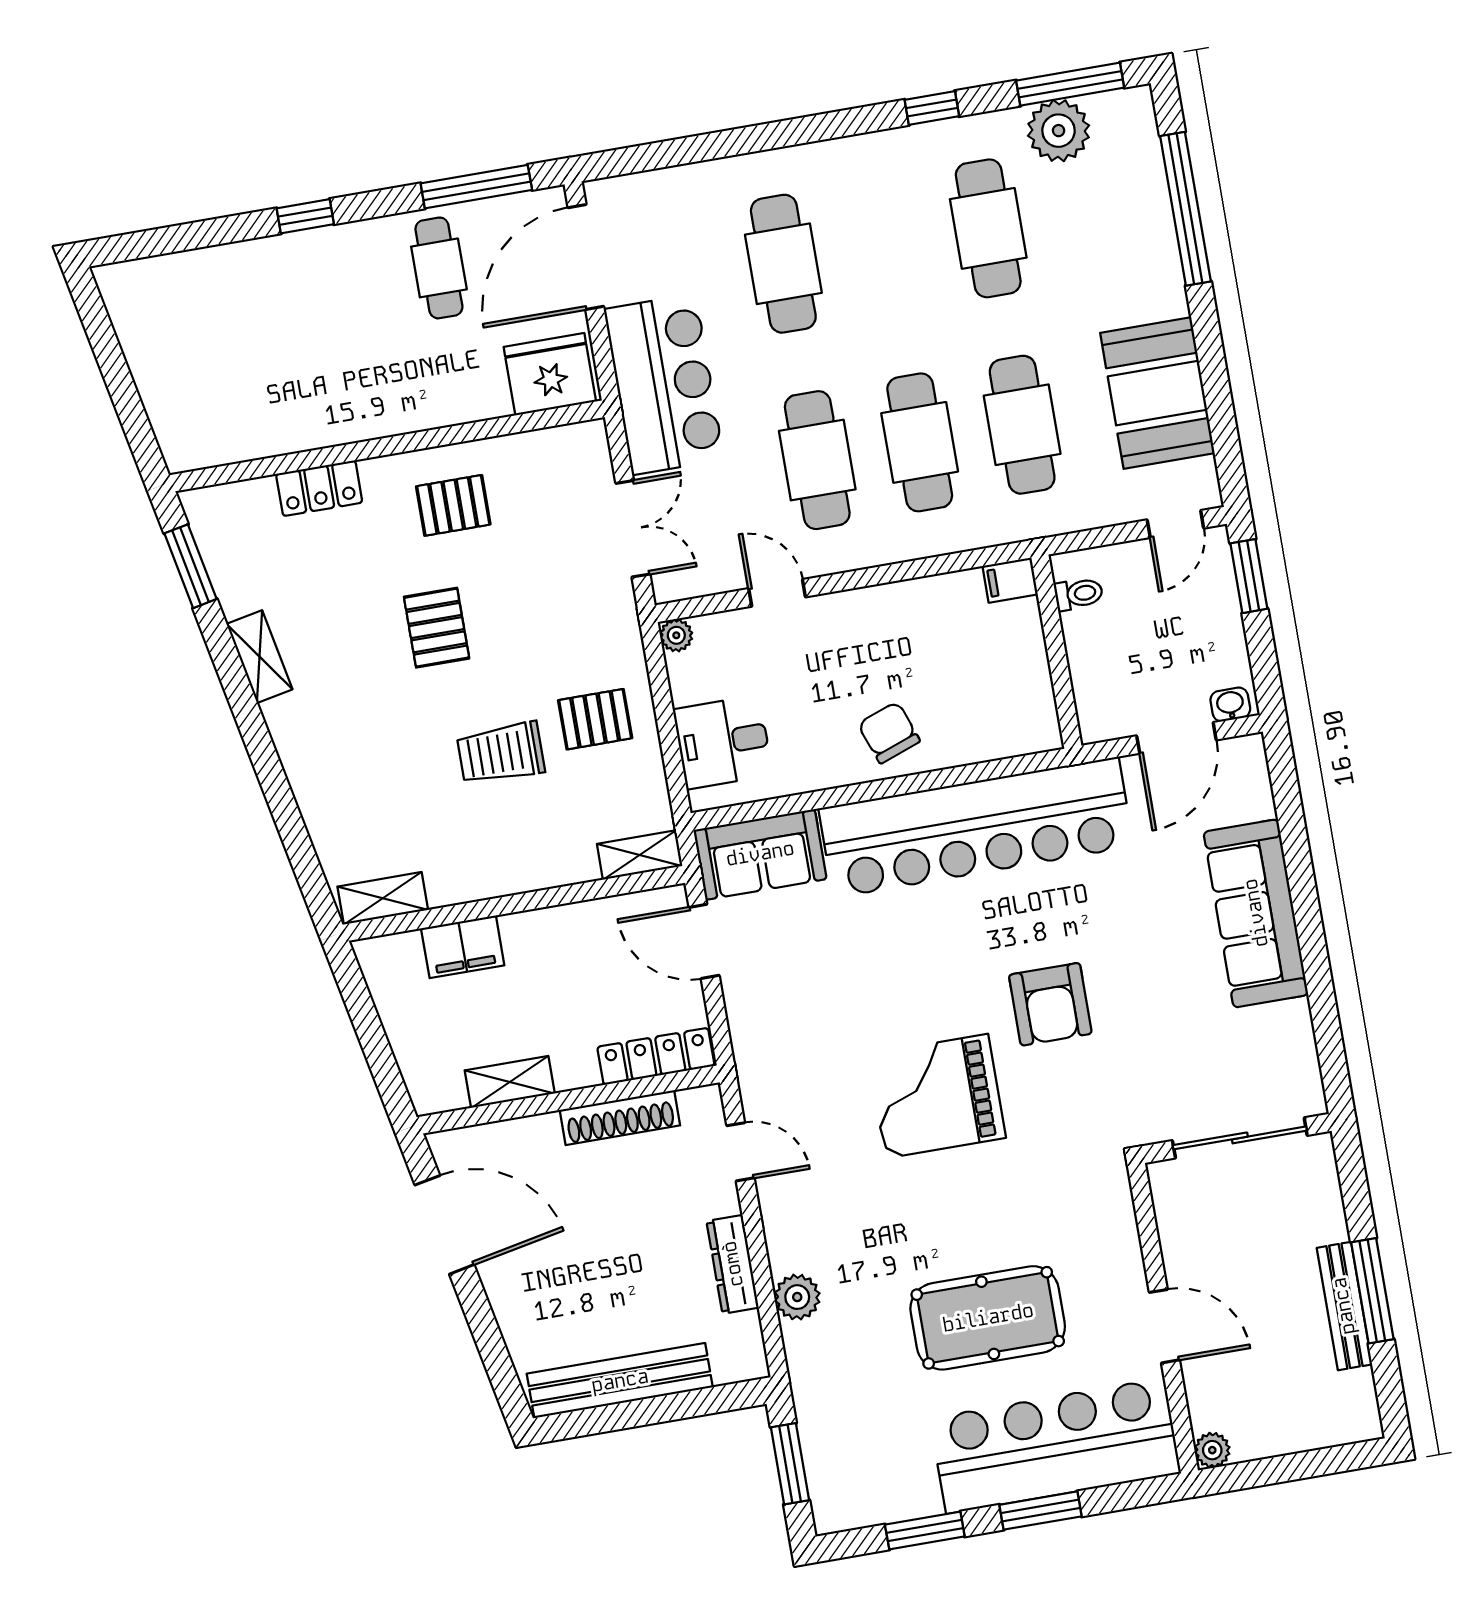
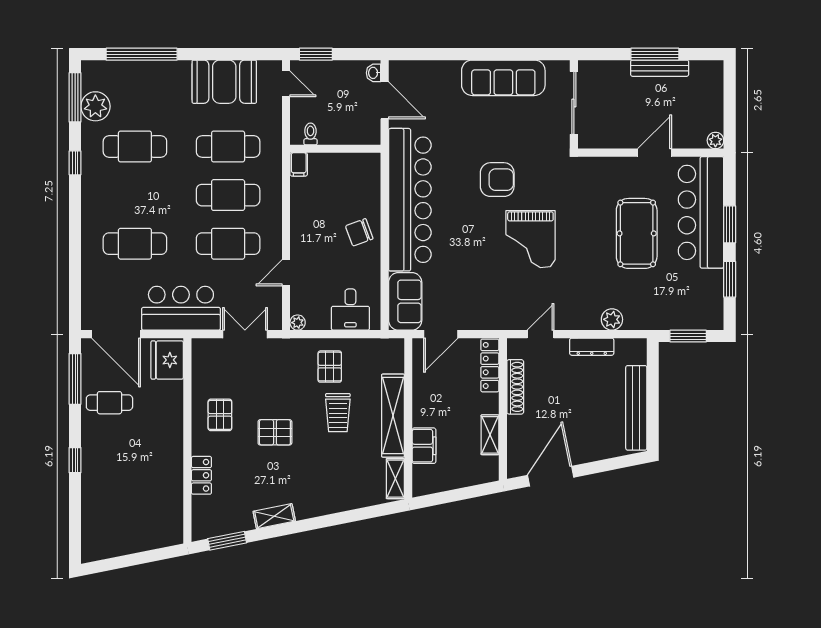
shelving: (640, 855) -> (393, 416), moved, width x2.20, depth x1.33
sofa: (1256, 913) -> (503, 78), moved

